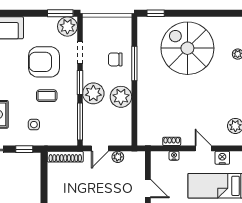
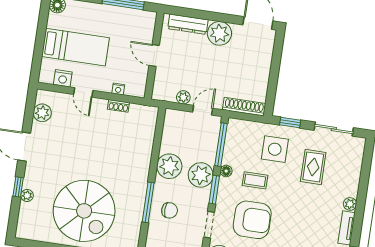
floor lamp: (72, 100) -> (226, 171), added
side table: (34, 125) -> (275, 149), width x1.87, depth x1.87

